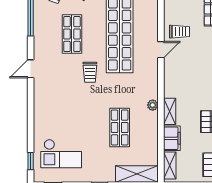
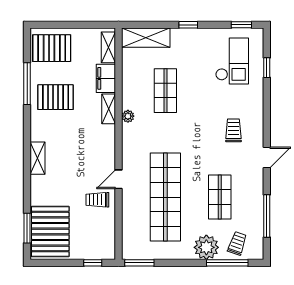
trolley: (90, 72) -> (233, 130), moved
checkout: (61, 154) -> (232, 61), turned 90
window: (31, 161) -> (267, 68), moved

